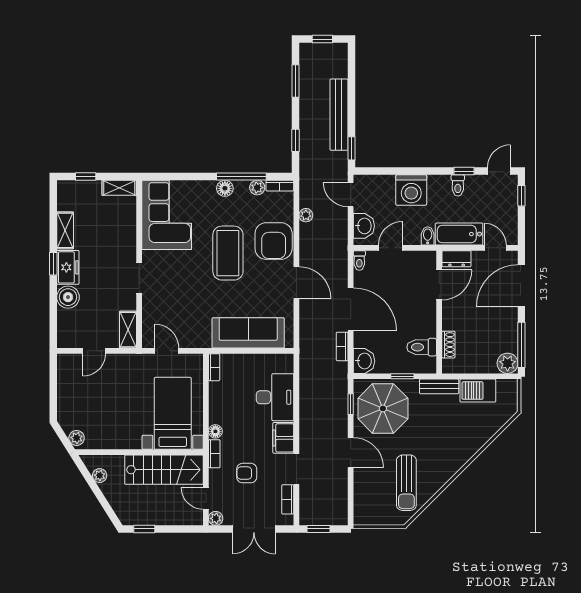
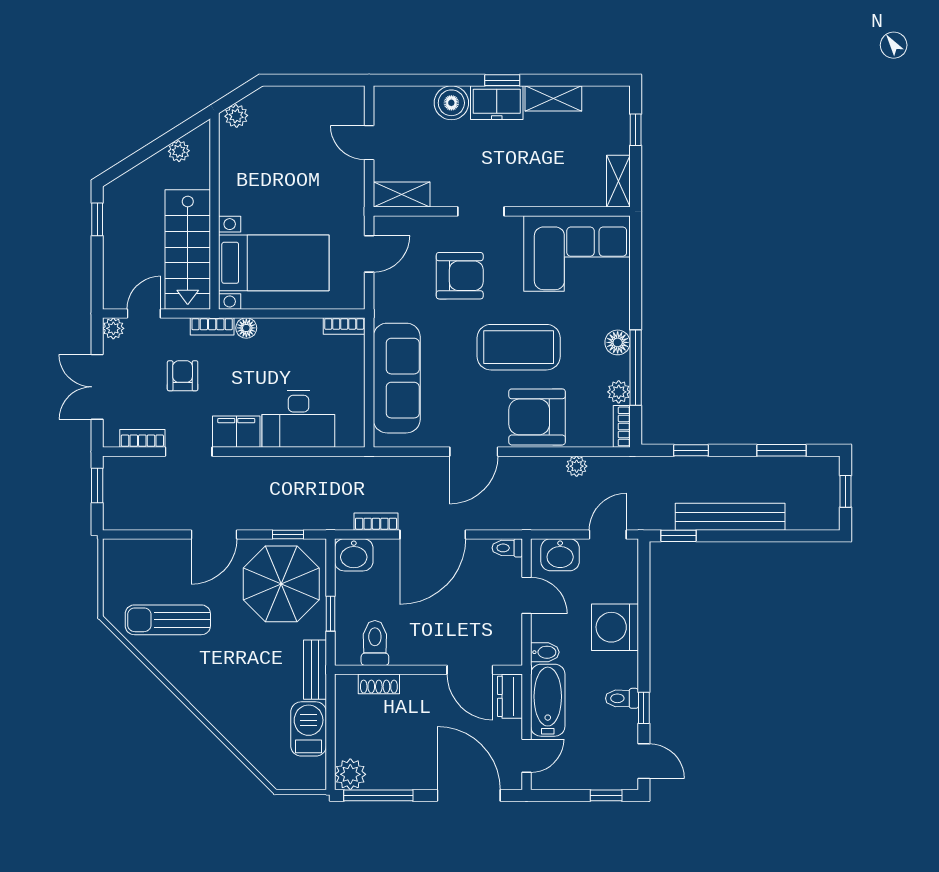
armchair: (181, 292) -> (460, 276), added

